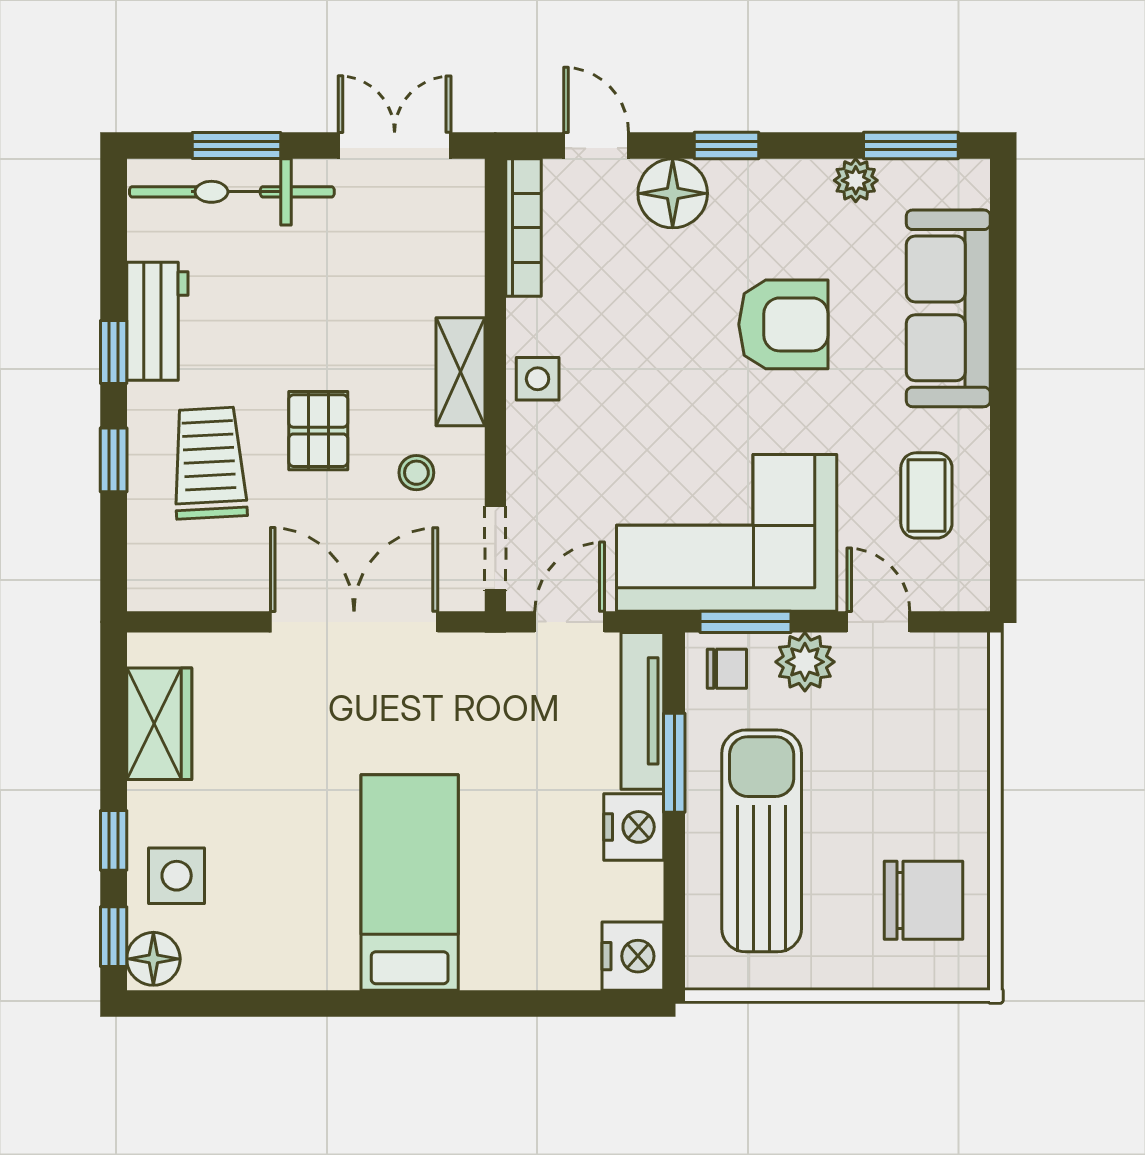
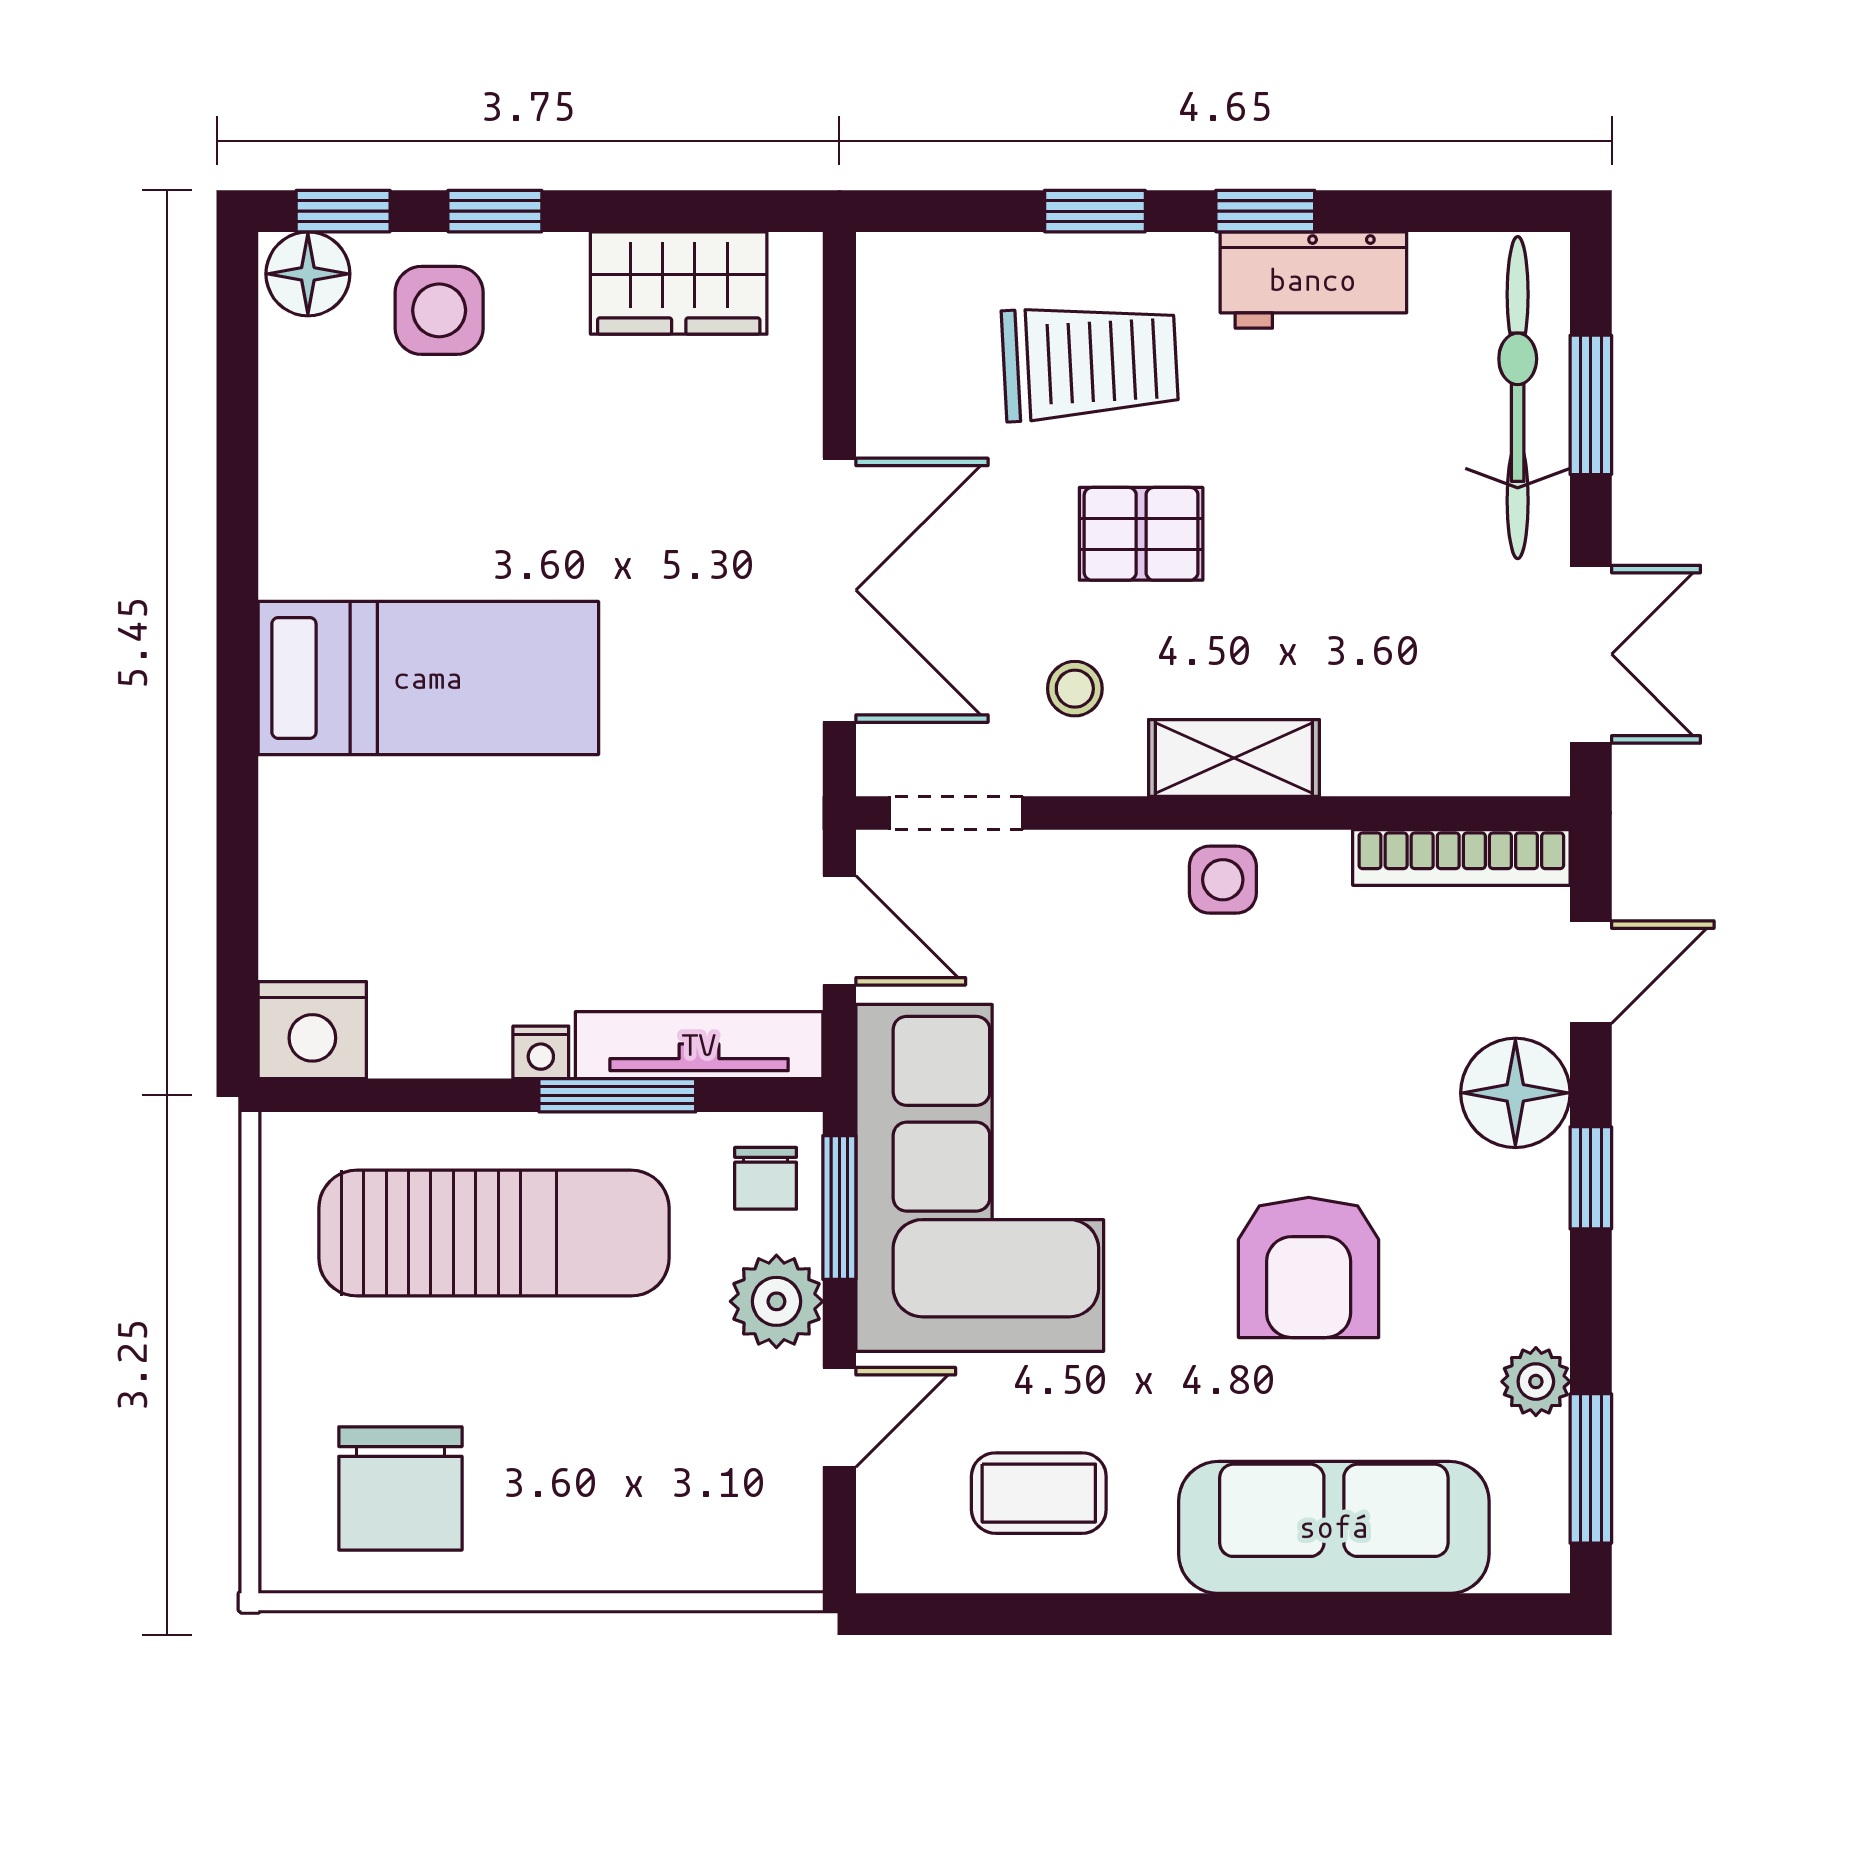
nightstand: (634, 827) -> (541, 1052), width x0.53, depth x0.56

